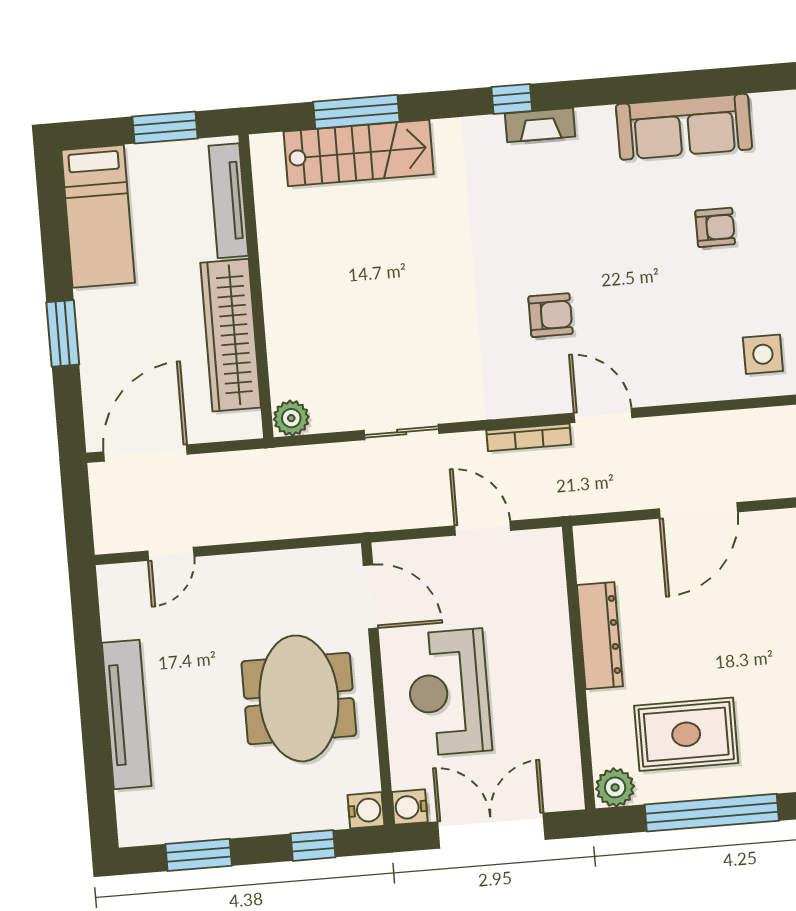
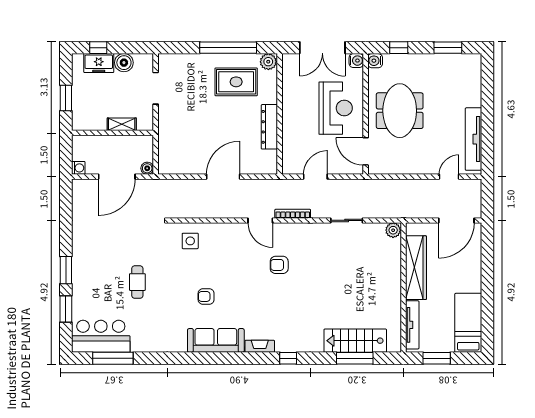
fireplace: (540, 125) -> (260, 346), moved
window: (63, 333) -> (487, 274), removed
door: (483, 528) -> (315, 177), swing flipped
tv unit: (127, 714) -> (474, 139), moved

